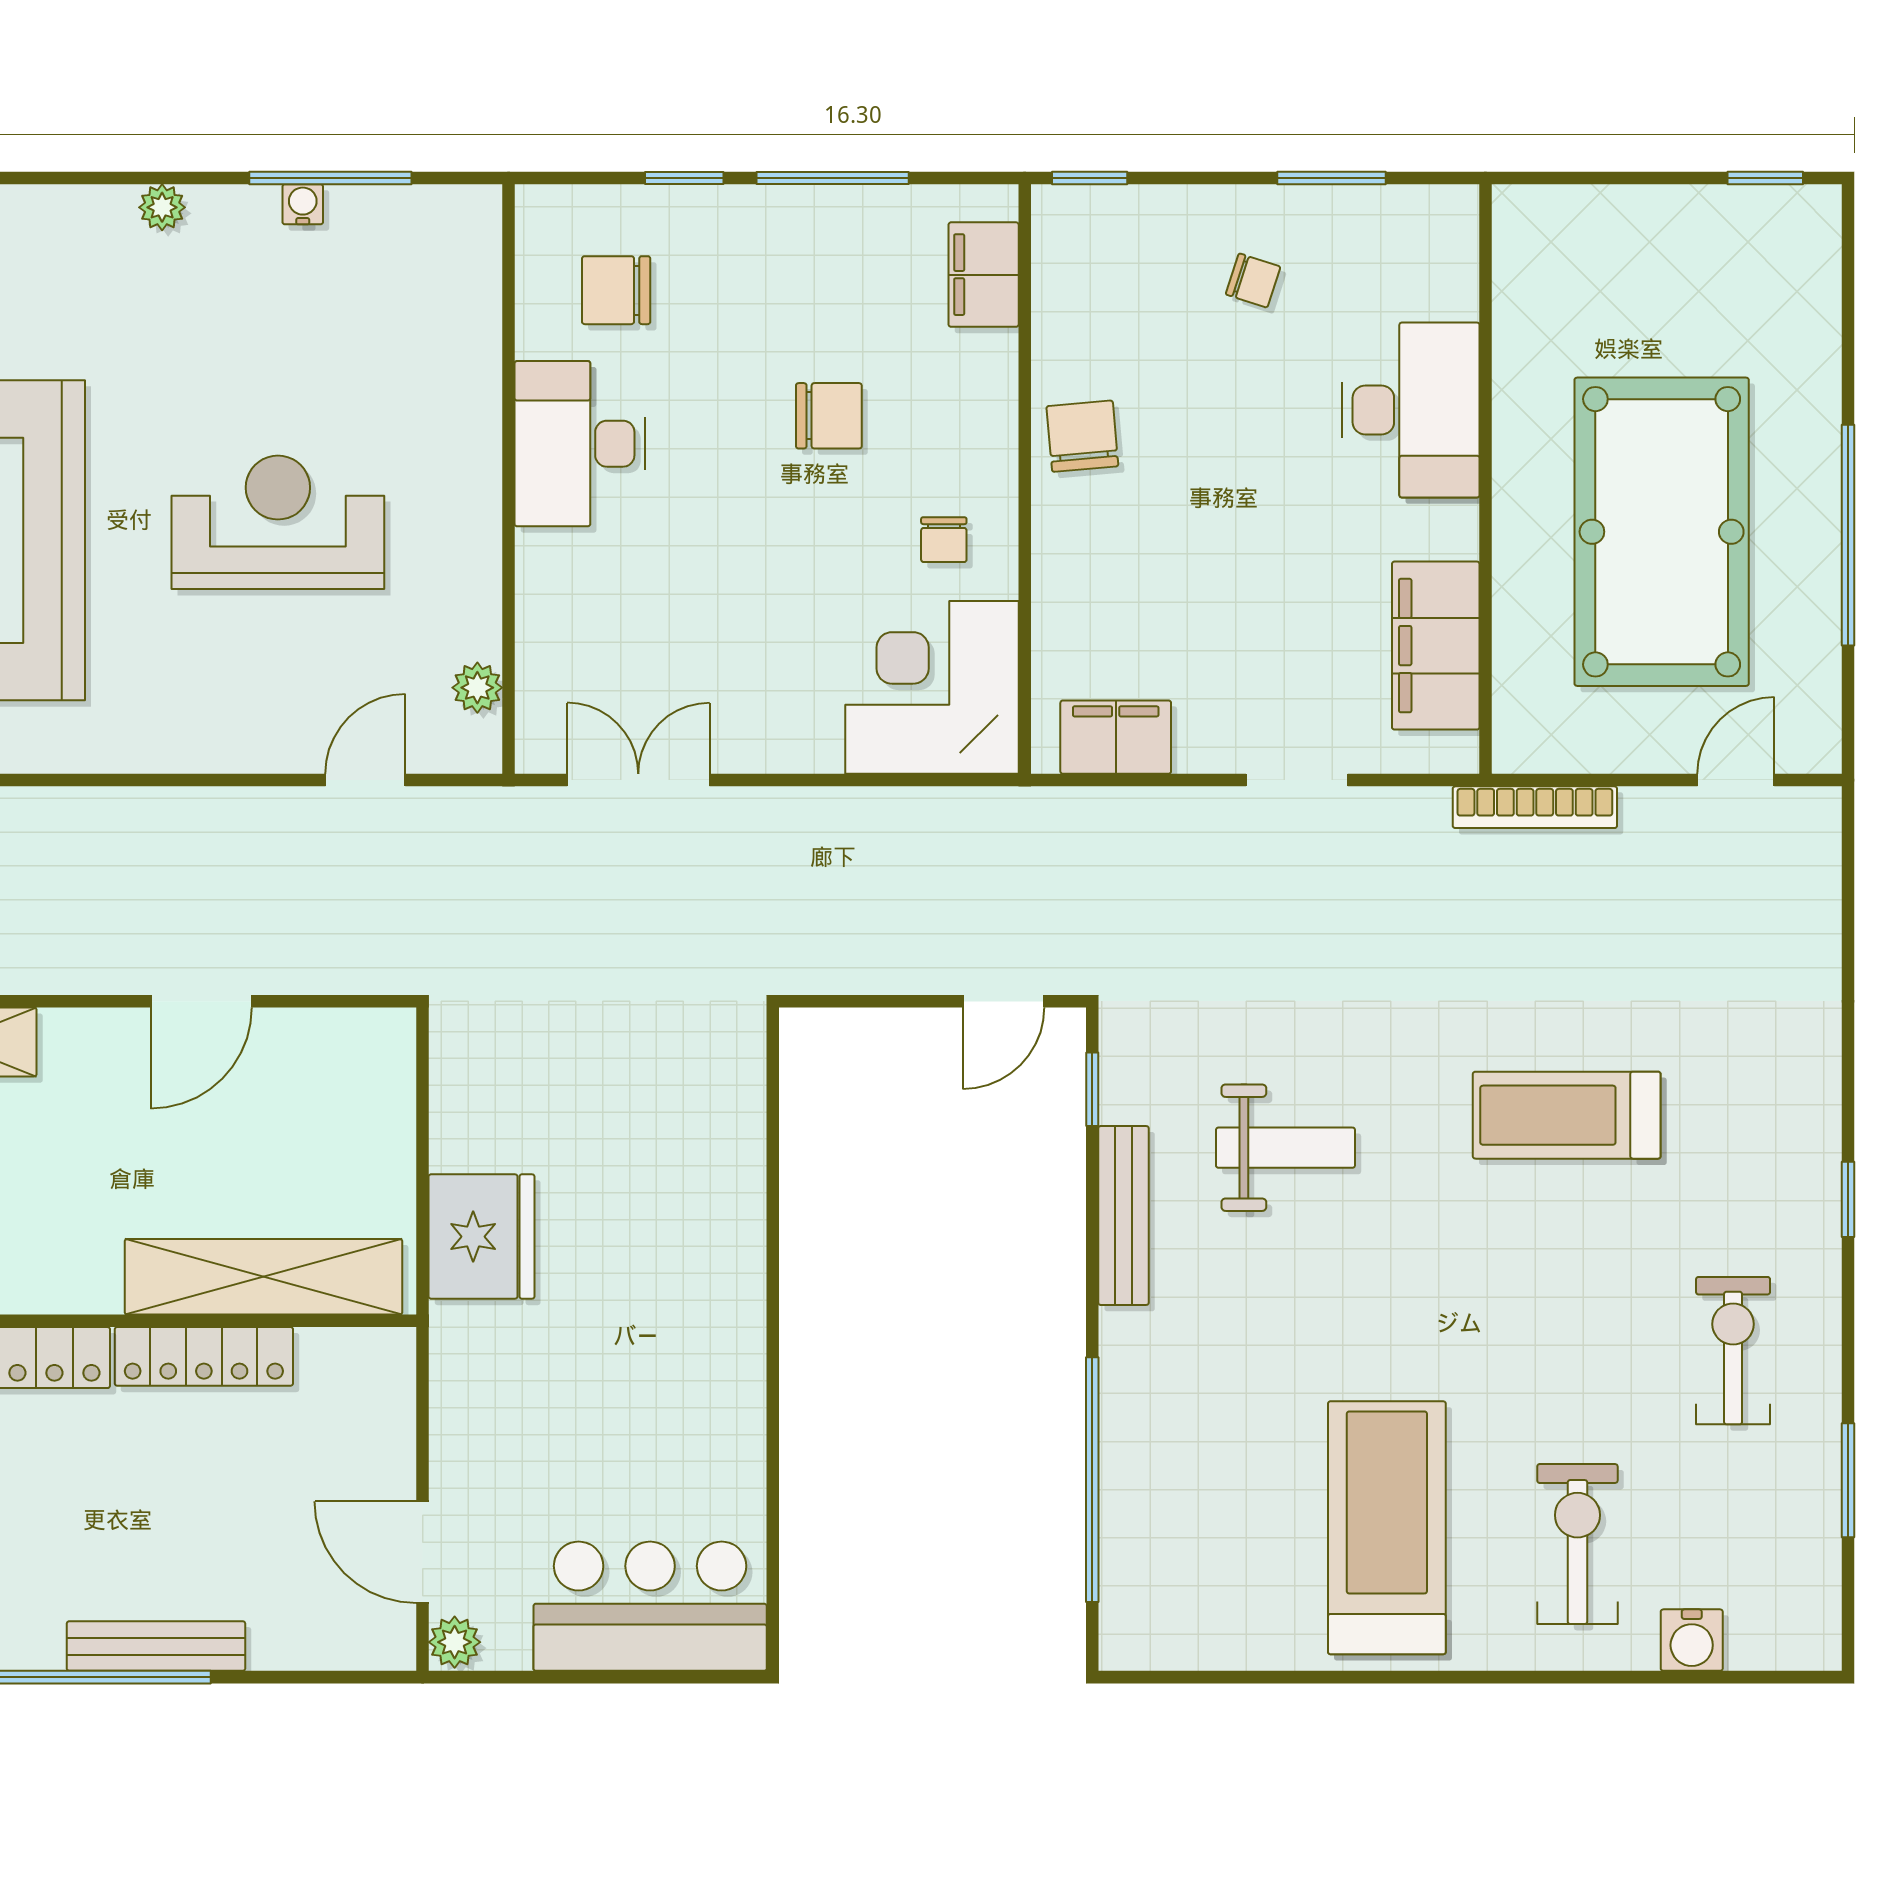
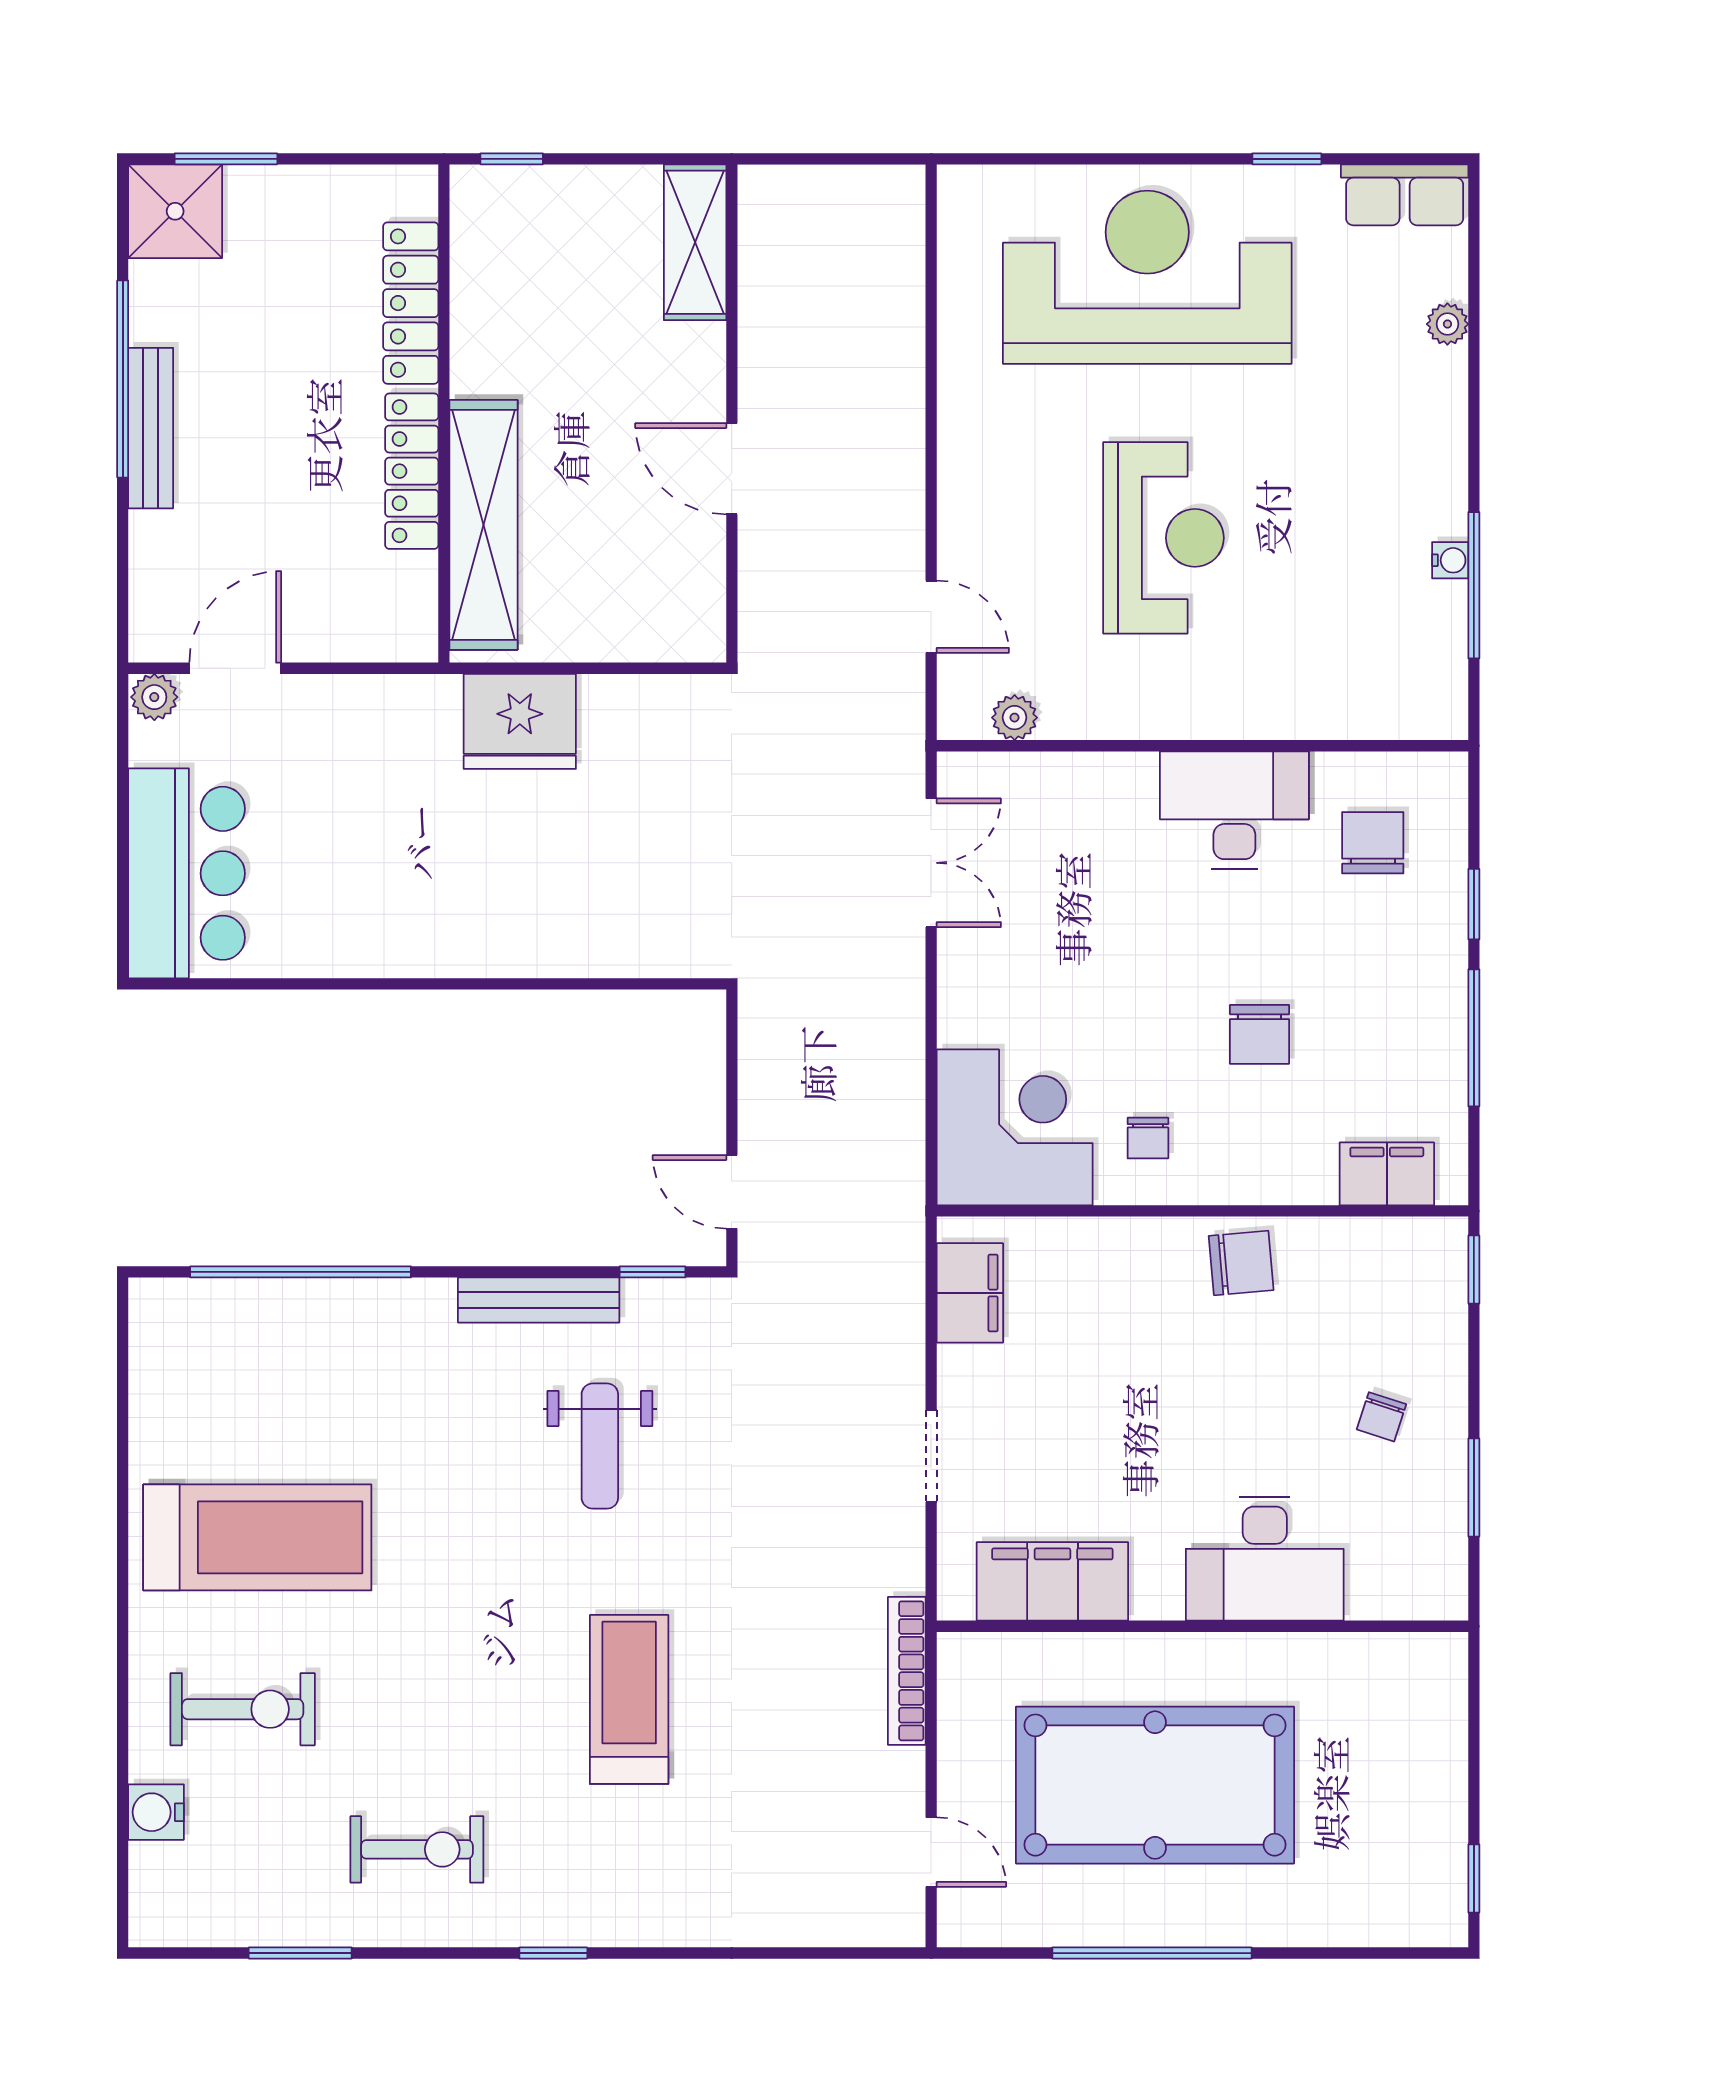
plant: (162, 207) -> (1447, 324), moved
chair: (944, 540) -> (1148, 1138), turned -90

